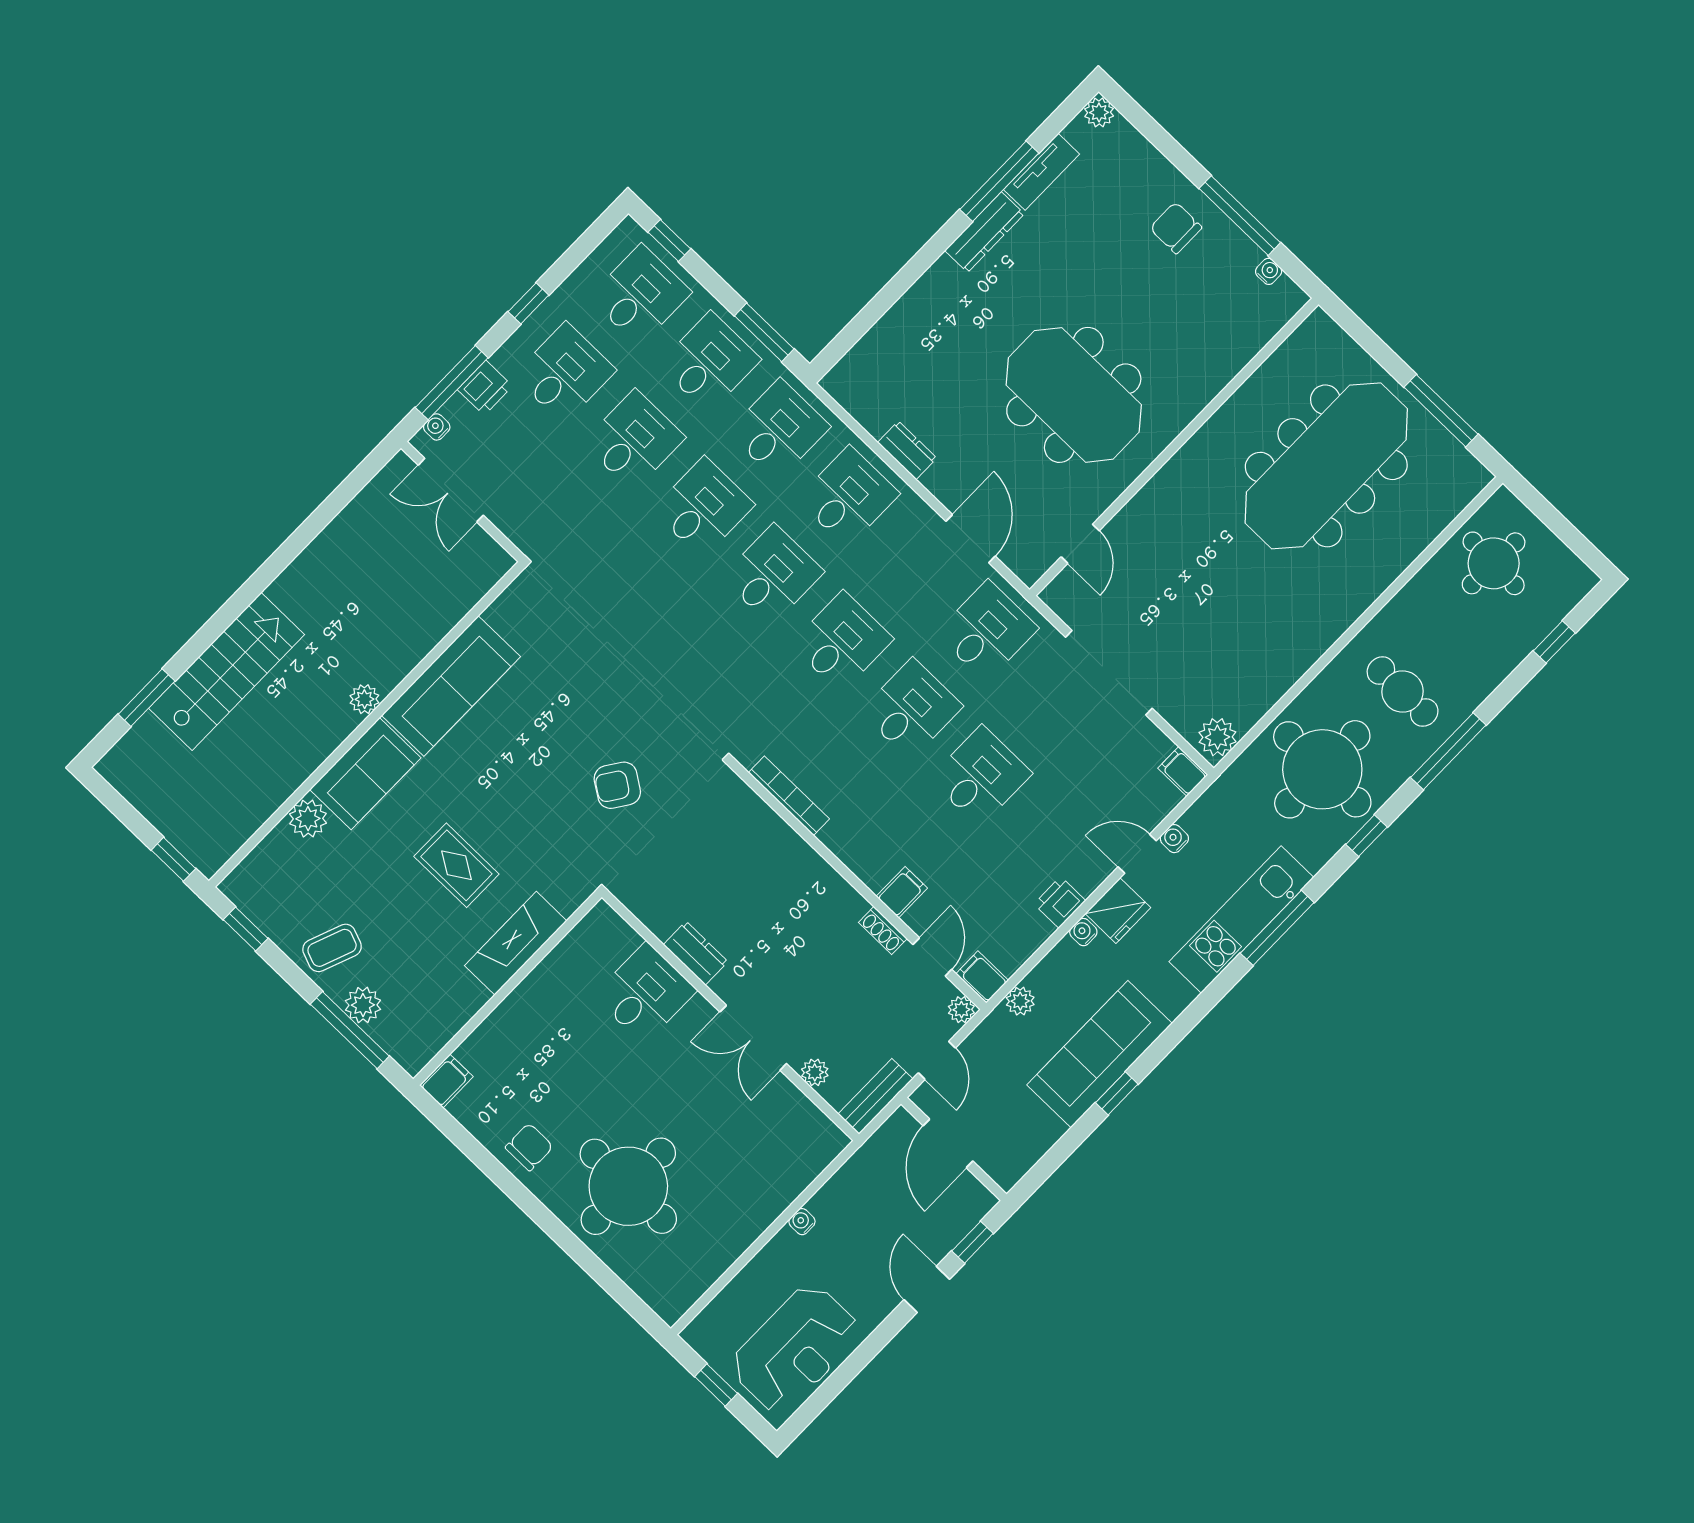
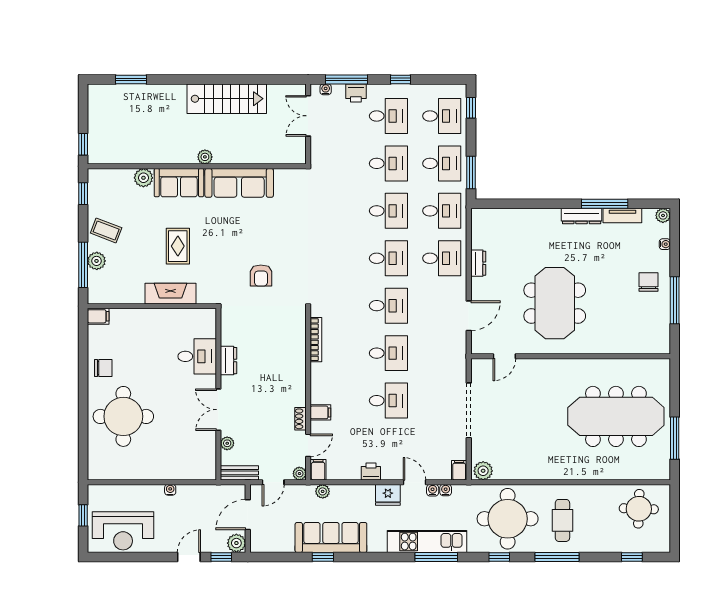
water cooler: (1269, 271) -> (665, 244), moved
desk: (987, 631) -> (442, 353), removed
stairs: (227, 671) -> (227, 99), moved
armchair: (617, 785) -> (261, 275), turned -124
water cooler: (1083, 932) -> (446, 490), moved
plant: (974, 1200) -> (236, 543), added

